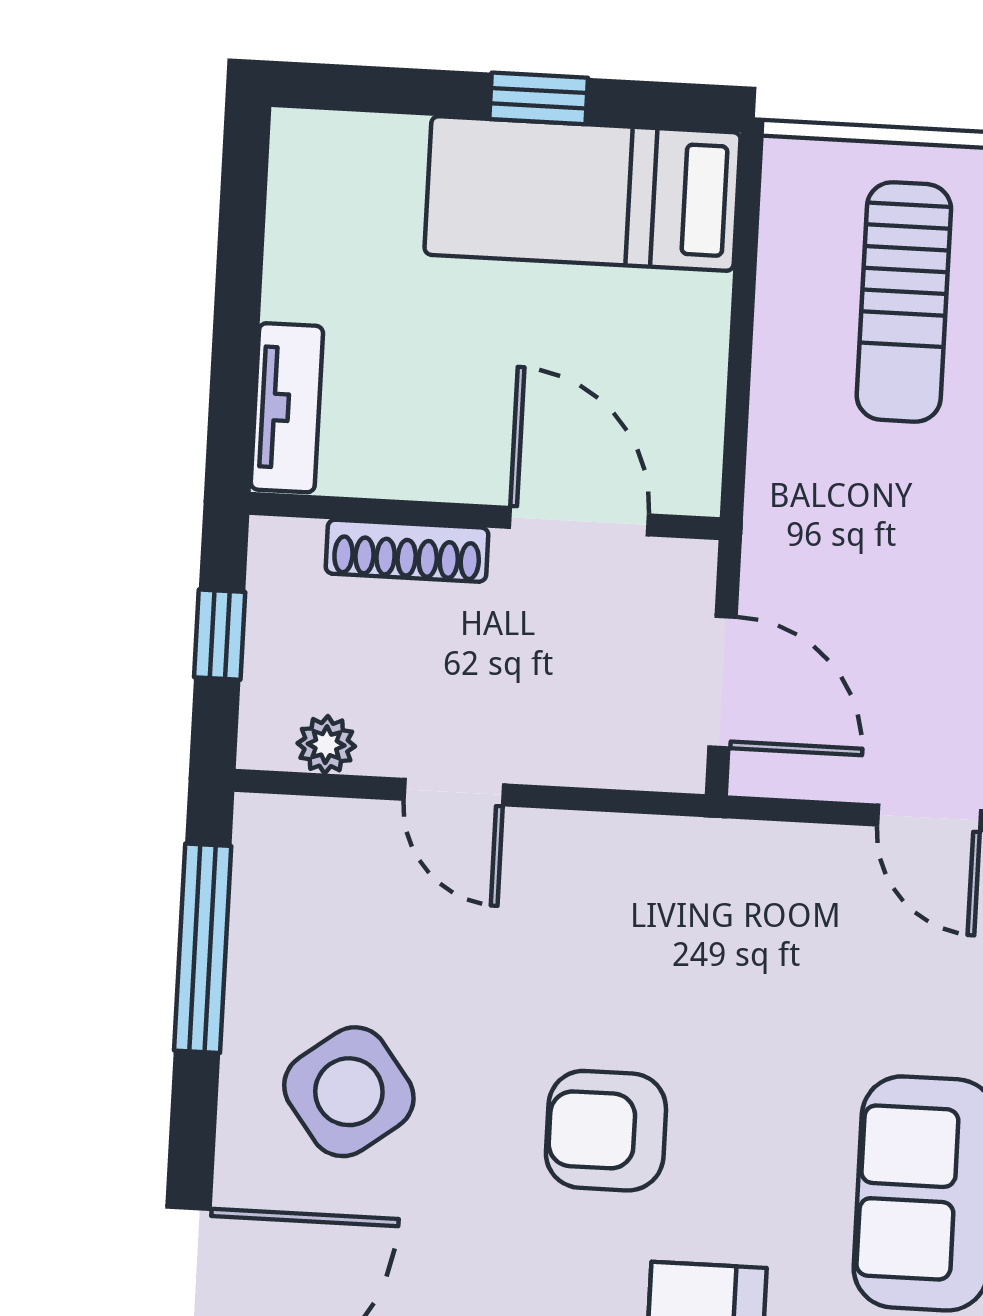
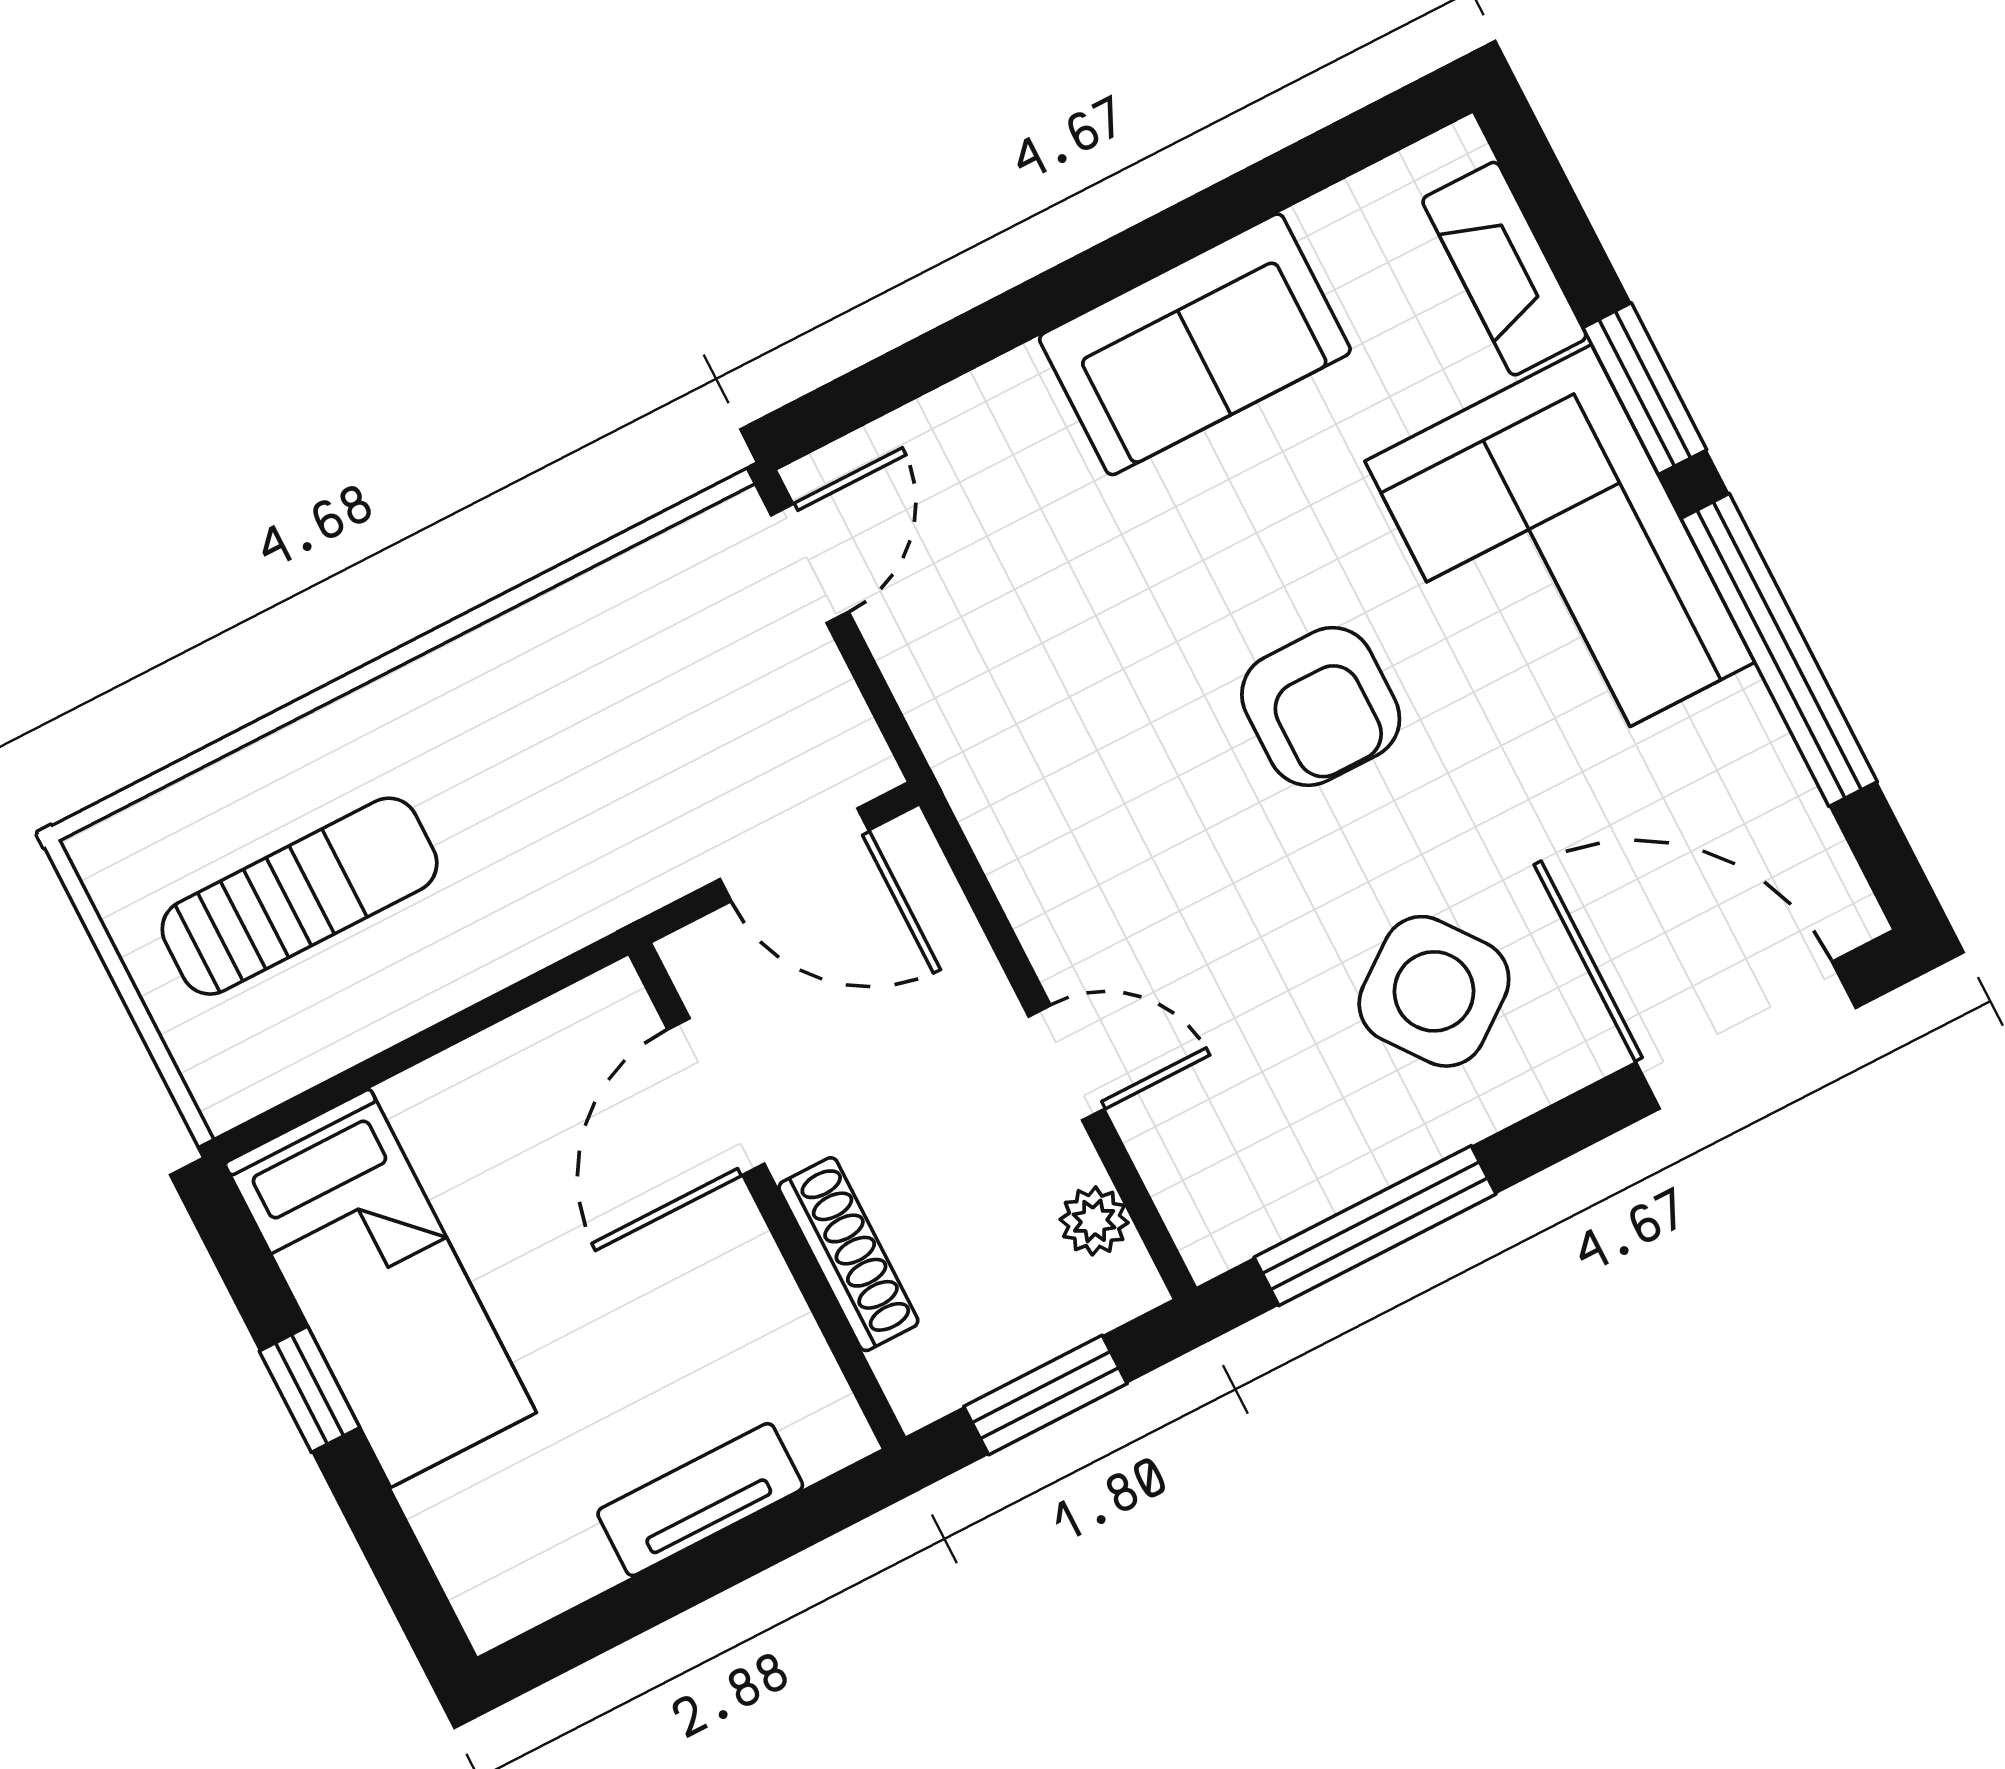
tv unit: (287, 408) -> (700, 1500), moved
window: (220, 635) -> (1045, 1395), width x1.50
door: (722, 682) -> (794, 855), swing flipped
door: (454, 792) -> (1066, 1063), hinge flipped

